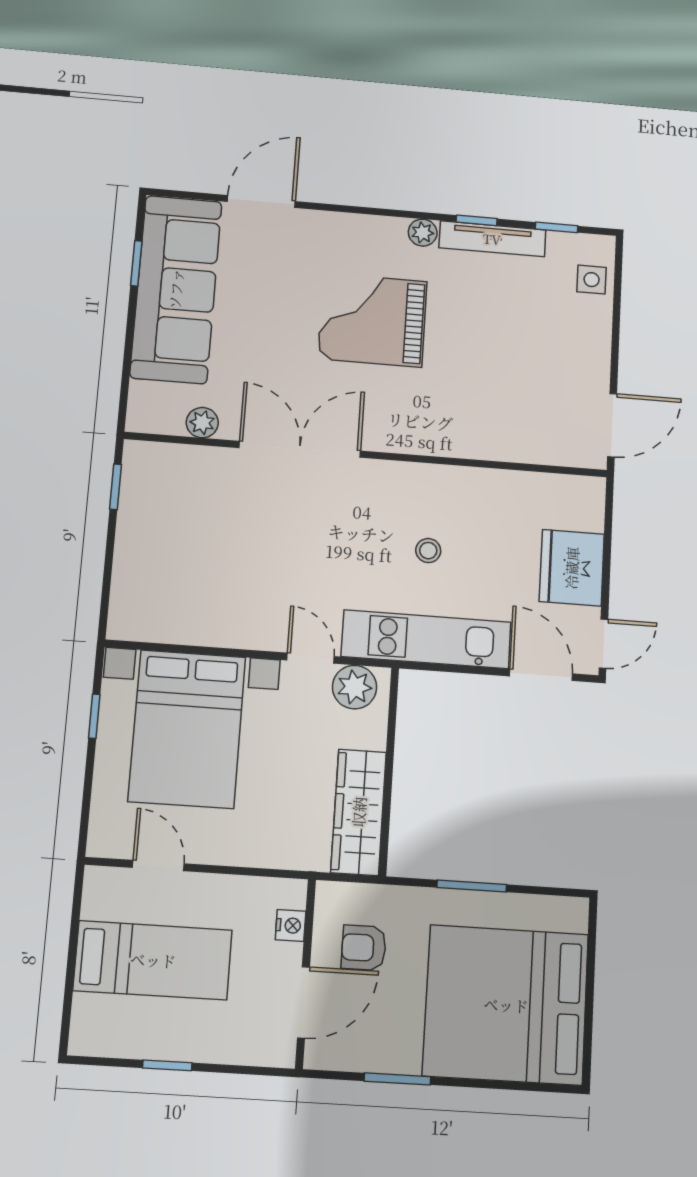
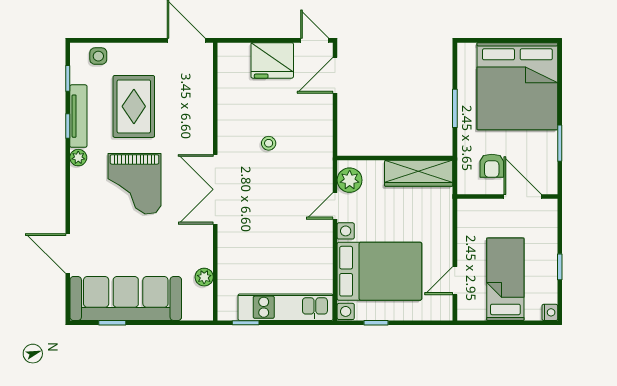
rug: (504, 330) -> (134, 106), added
double door: (300, 449) -> (215, 189), moved
kitchen unit: (426, 639) -> (286, 307), moved, turned 90
nightstand: (291, 925) -> (550, 312), moved, turned 90

